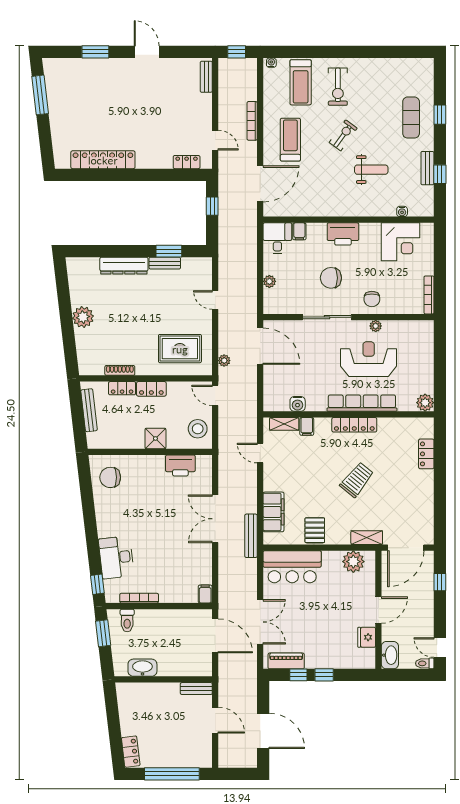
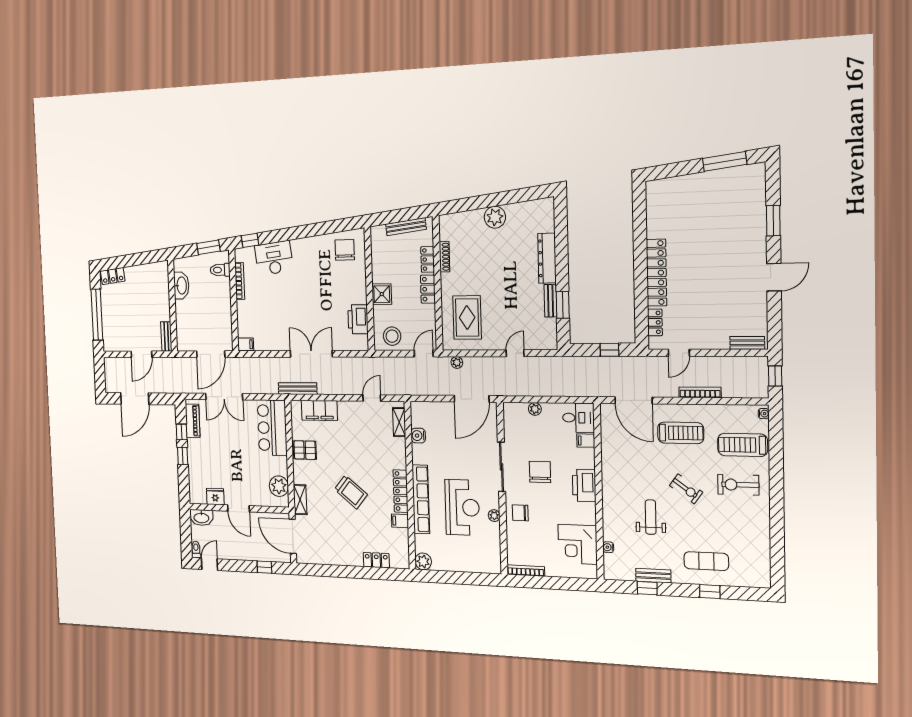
locker: (103, 160) -> (657, 273), moved
weight bench: (371, 170) -> (651, 517), turned 180
filing cabinet: (307, 426) -> (400, 521), moved

